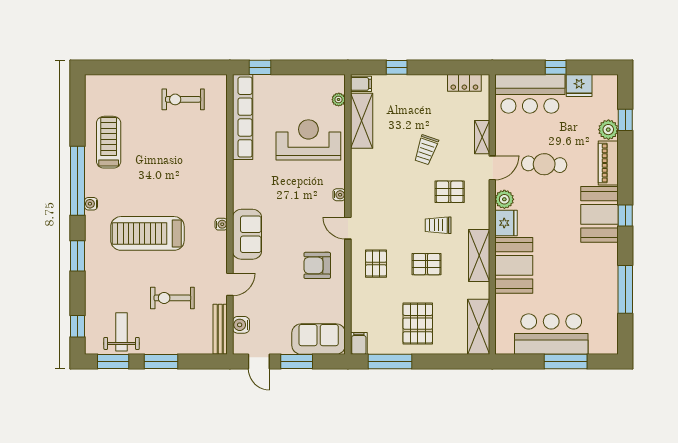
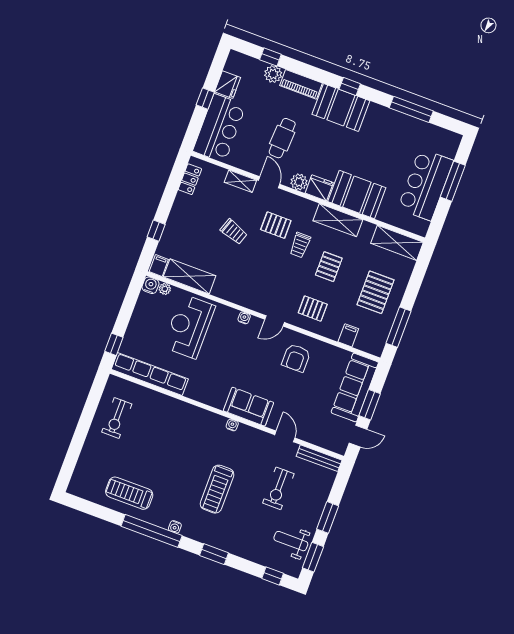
pallet: (450, 192) -> (276, 225), turned 90
treadmill: (147, 233) -> (217, 489), width x0.73, depth x0.73
pallet: (418, 324) -> (376, 292), turned 90
water cooler: (241, 325) -> (150, 285), moved, turned 180
sofa: (319, 339) -> (355, 387), width x1.36
filing cabinet: (359, 343) -> (348, 335), moved, turned 90

